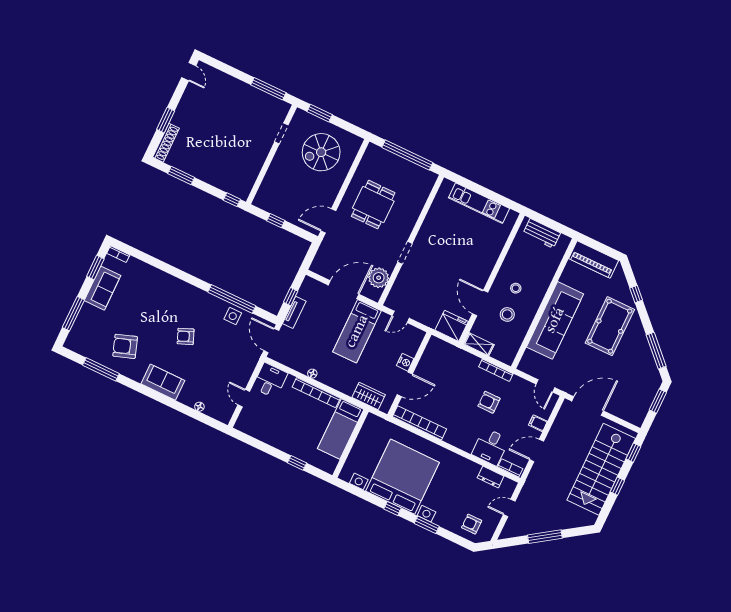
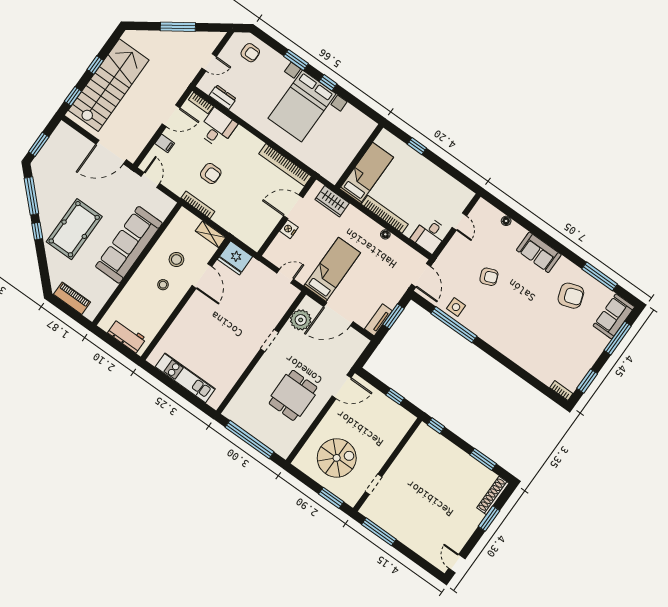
piano: (594, 260) -> (72, 298), width x0.73, depth x0.75
sofa: (102, 288) -> (614, 316), moved
window: (636, 294) -> (37, 231), moved
window: (291, 297) -> (393, 316), width x1.50
tv unit: (294, 312) -> (378, 320), moved
armchair: (186, 336) -> (489, 277), moved
bed with nightstands: (403, 477) -> (302, 106), width x0.73

